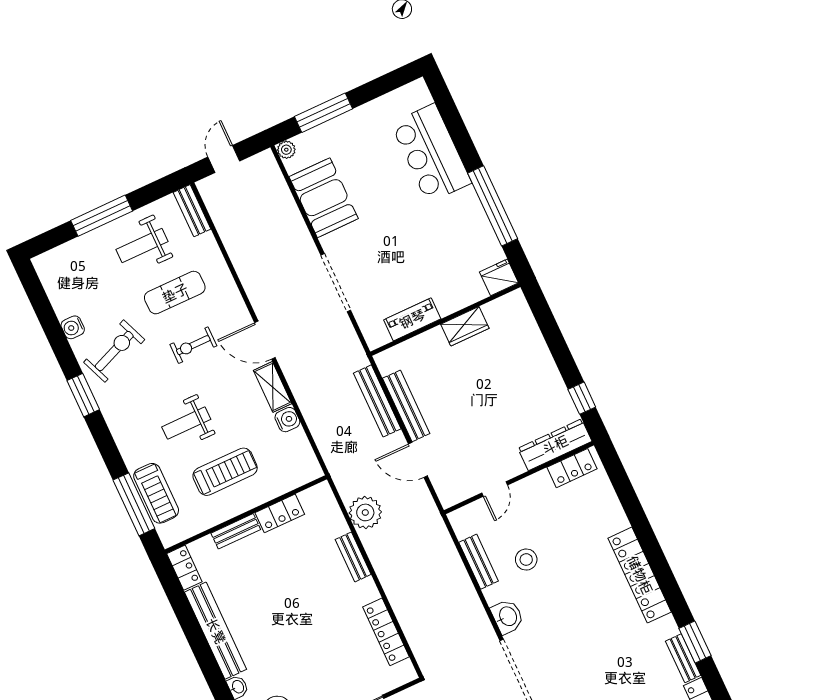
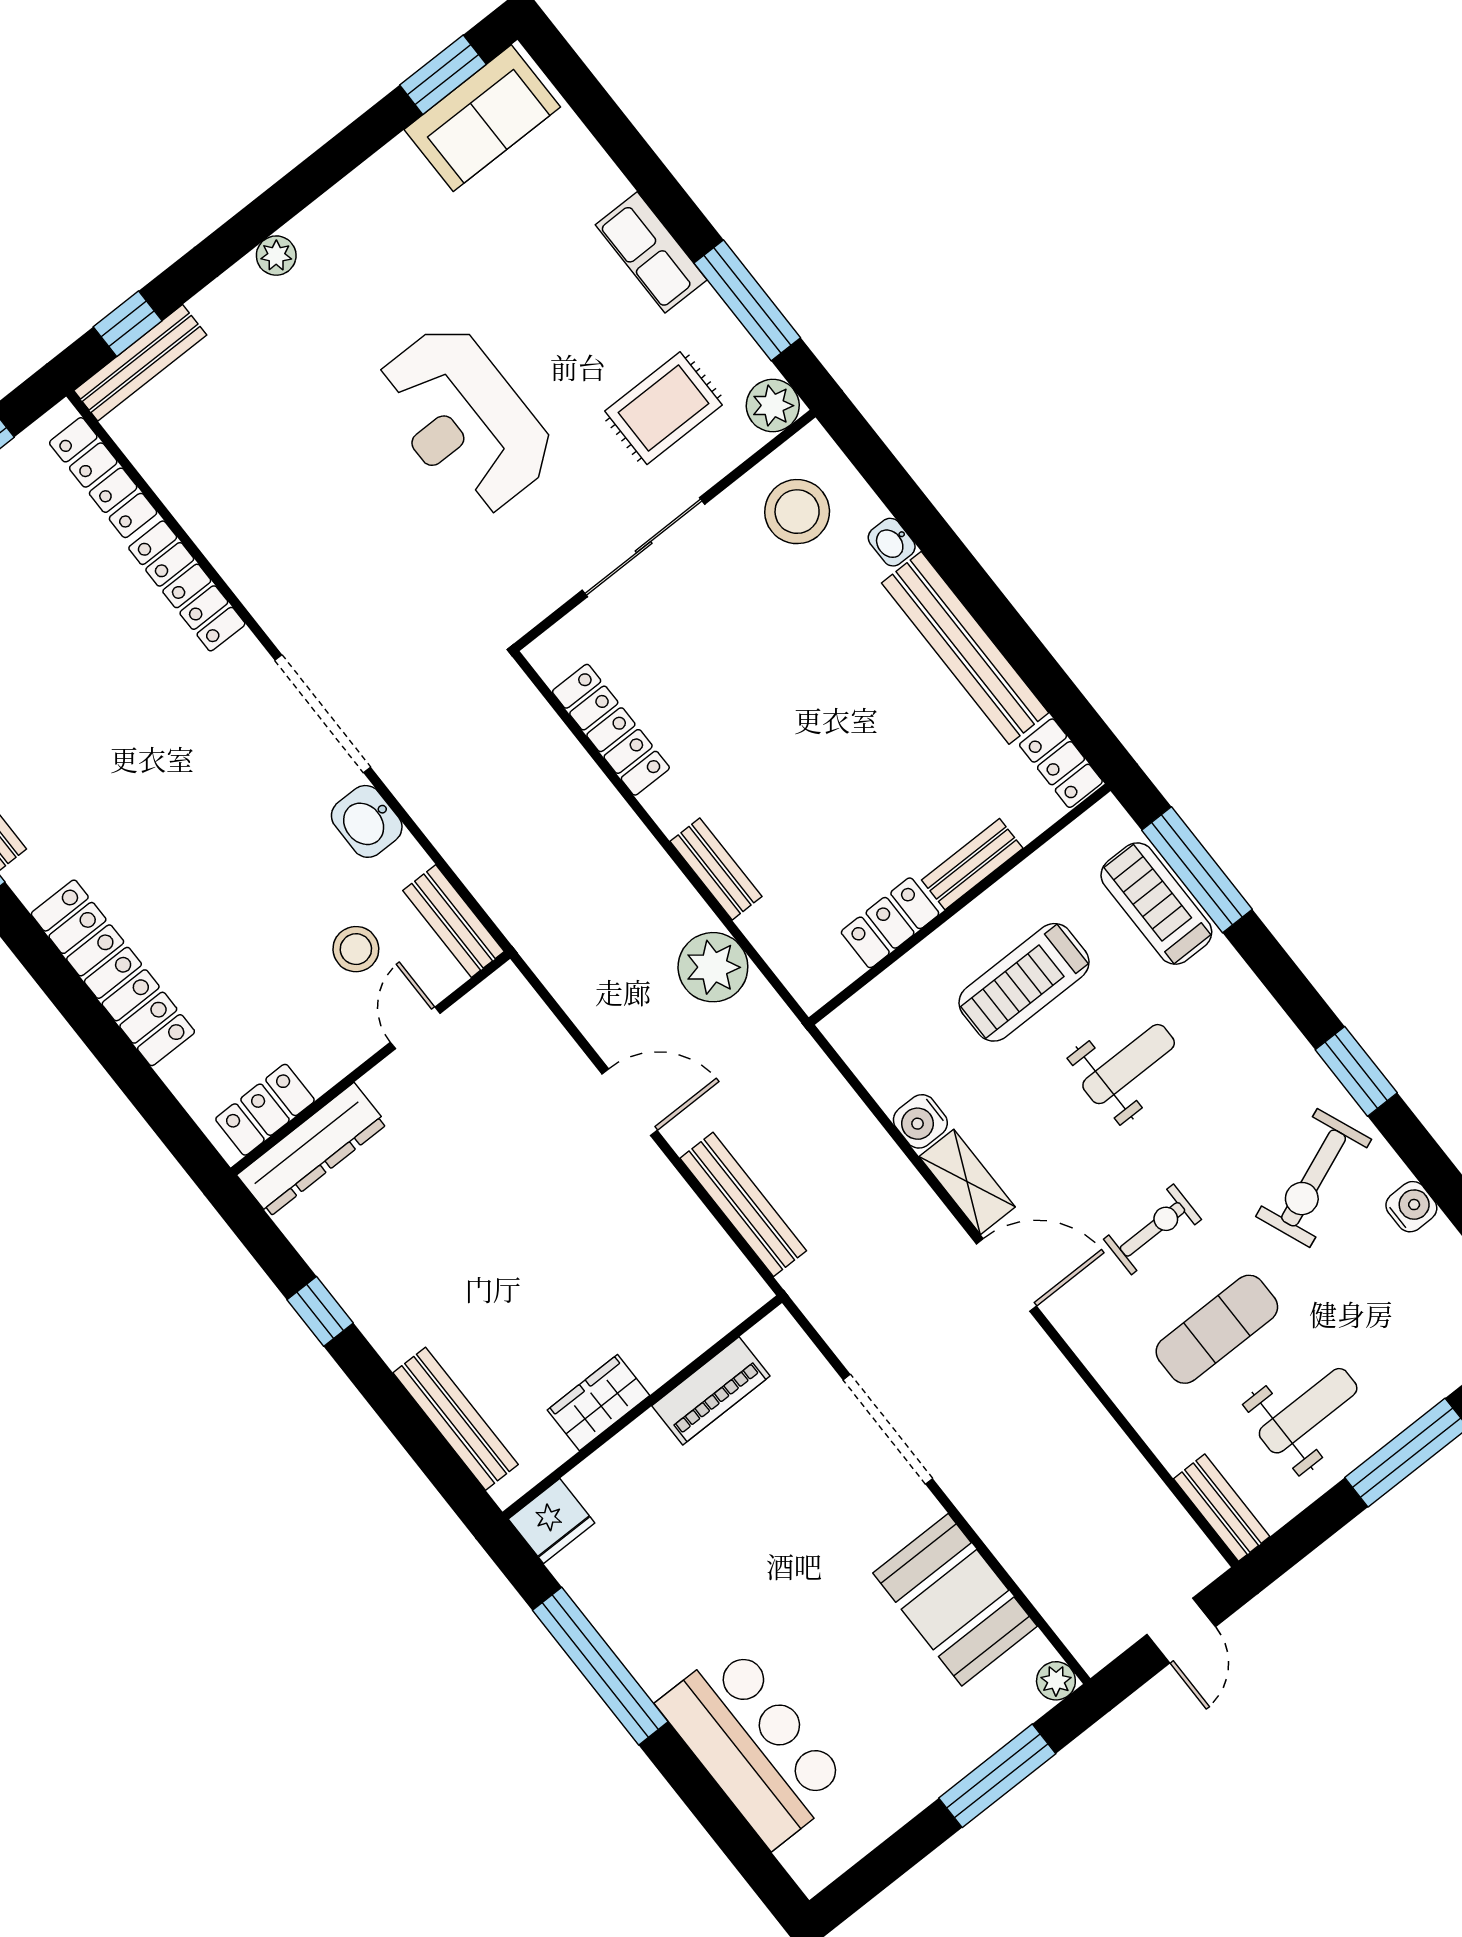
bench: (406, 406) -> (456, 1419), moved
dresser: (555, 445) -> (312, 1150), moved
locker: (572, 468) -> (265, 1110), moved
wall: (519, 478) -> (370, 1063), moved
door: (495, 489) -> (415, 1028), moved

